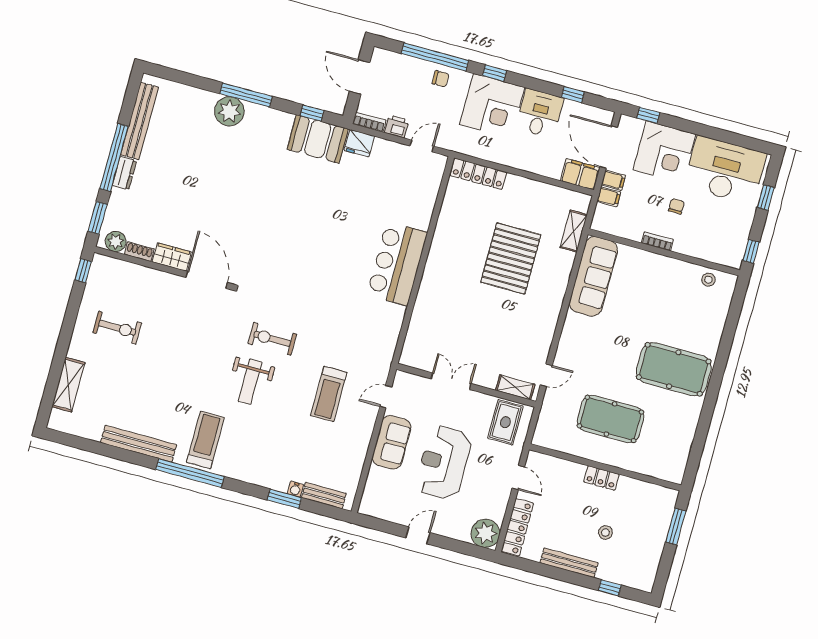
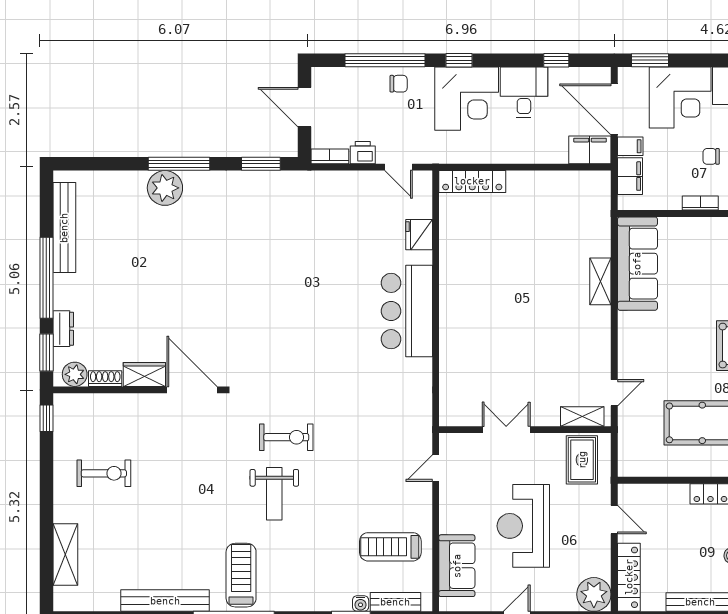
window: (312, 113) -> (261, 164), width x1.50
window: (648, 115) -> (650, 60), width x1.50
booth: (318, 139) -> (276, 192), removed
fridge: (359, 143) -> (419, 235), moved, turned 90
door: (422, 146) -> (398, 167), swing flipped
dresser: (124, 173) -> (63, 329), moved
filing cabinet: (609, 197) -> (630, 176), width x2.00
chair: (676, 206) -> (711, 156), turned -90
shelving: (574, 231) -> (600, 281), moved
pallet: (511, 258) -> (536, 269), removed
exercise bike: (272, 339) -> (286, 437), turned 180
treadmill: (329, 394) -> (390, 547), moved, turned 90
sofa: (392, 442) -> (457, 566), moved

